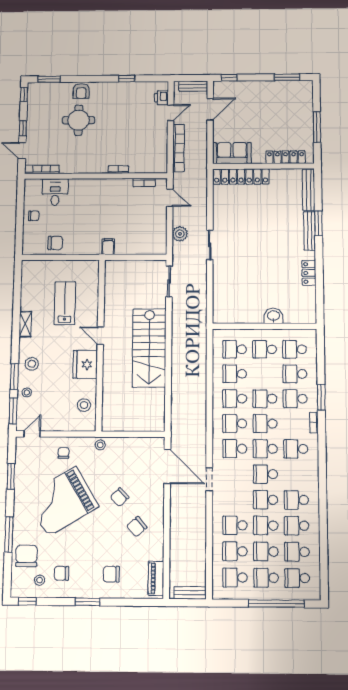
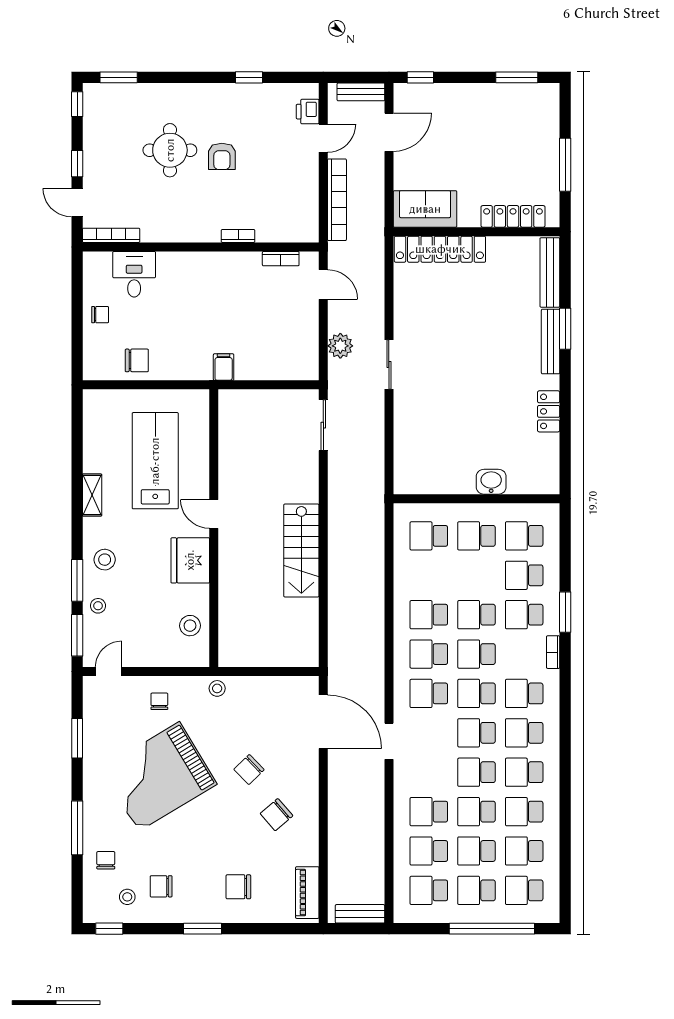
armchair: (81, 91) -> (222, 156), moved
lab bench: (65, 303) -> (155, 461), width x1.36, depth x1.39
stairs: (149, 348) -> (301, 551), width x0.73, depth x0.66
school desk: (235, 374) -> (524, 733), moved
chair: (26, 556) -> (106, 860), width x0.54, depth x0.54

